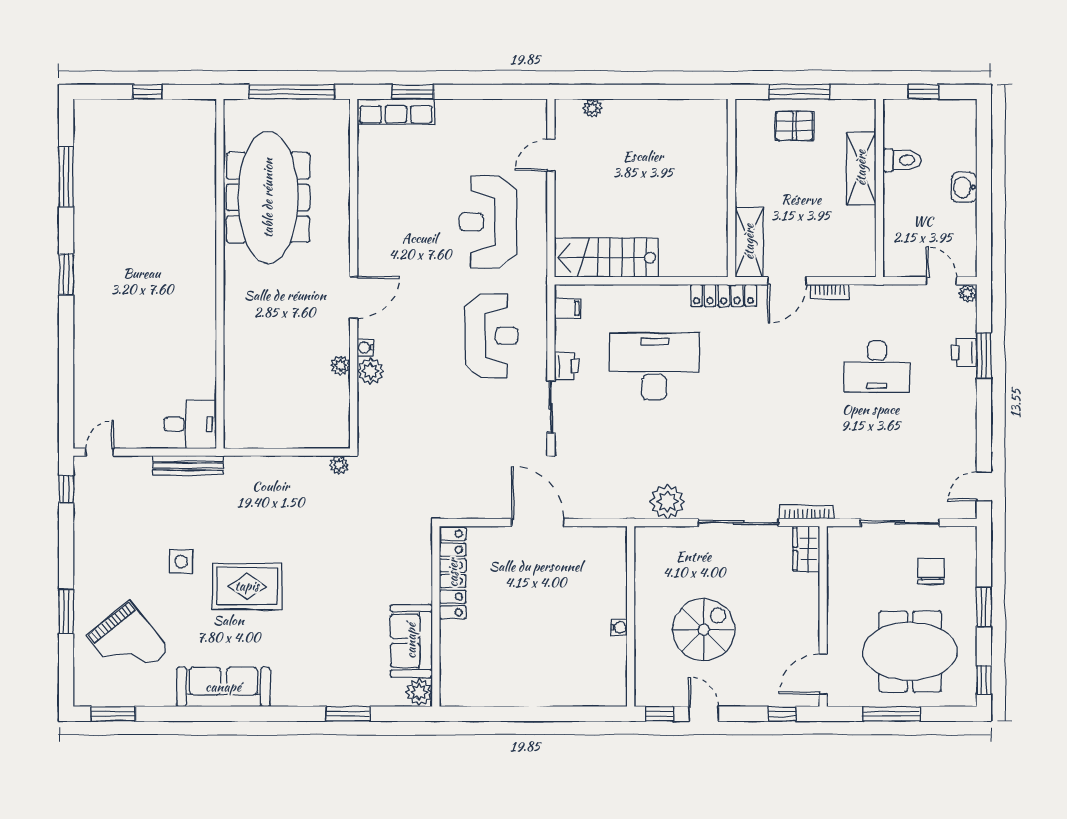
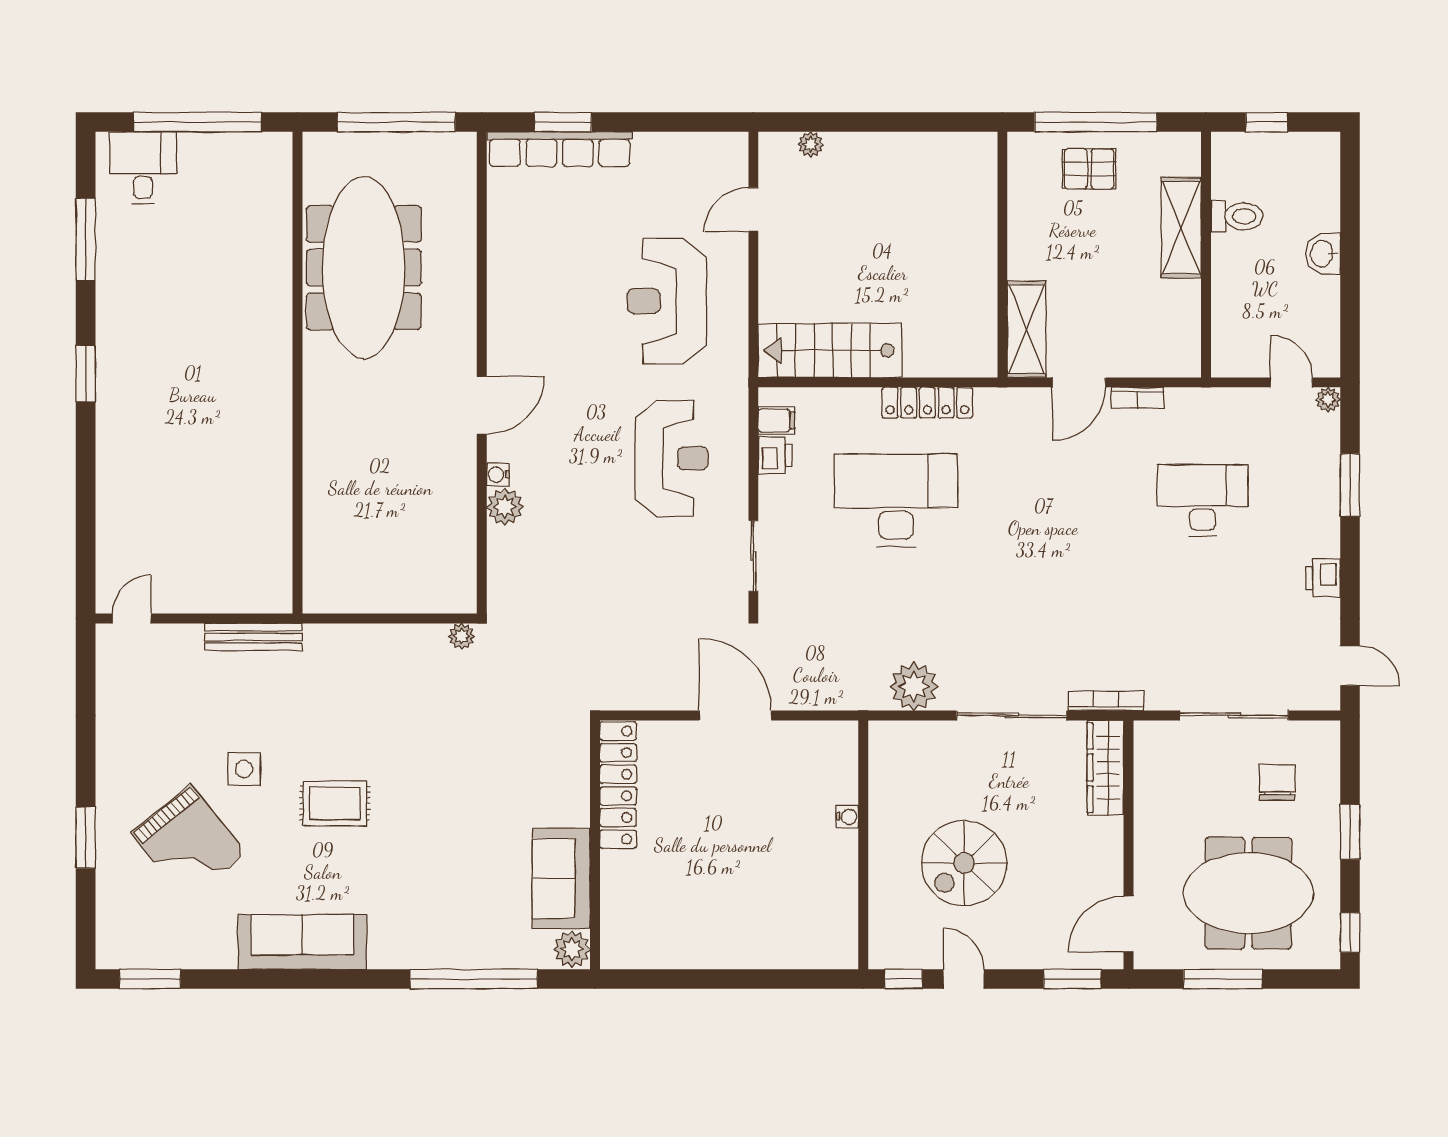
window: (147, 92) -> (198, 122), width x3.17
window: (799, 92) -> (1096, 122), width x1.46
row of seats: (396, 111) -> (560, 149), width x1.36
locker: (724, 295) -> (927, 403), moved
printer: (964, 353) -> (1323, 578), moved
plant: (340, 365) -> (464, 499), removed
printer: (567, 366) -> (775, 455), moved
desk: (877, 366) -> (1203, 500), turned 180
desk: (190, 424) -> (143, 168), moved, turned -90
door: (984, 486) -> (1350, 666), swing flipped
window: (66, 489) -> (86, 669), removed
wardrobe: (806, 549) -> (1105, 768), width x1.50
rug: (247, 586) -> (335, 803), width x0.73, depth x0.70
water cooler: (619, 627) -> (847, 817), moved
spiral stairs: (704, 630) -> (964, 863), turned 180
grand piano: (128, 643) -> (189, 843), moved
window: (348, 714) -> (474, 979), width x2.11
window: (782, 714) -> (1072, 979), width x1.50

